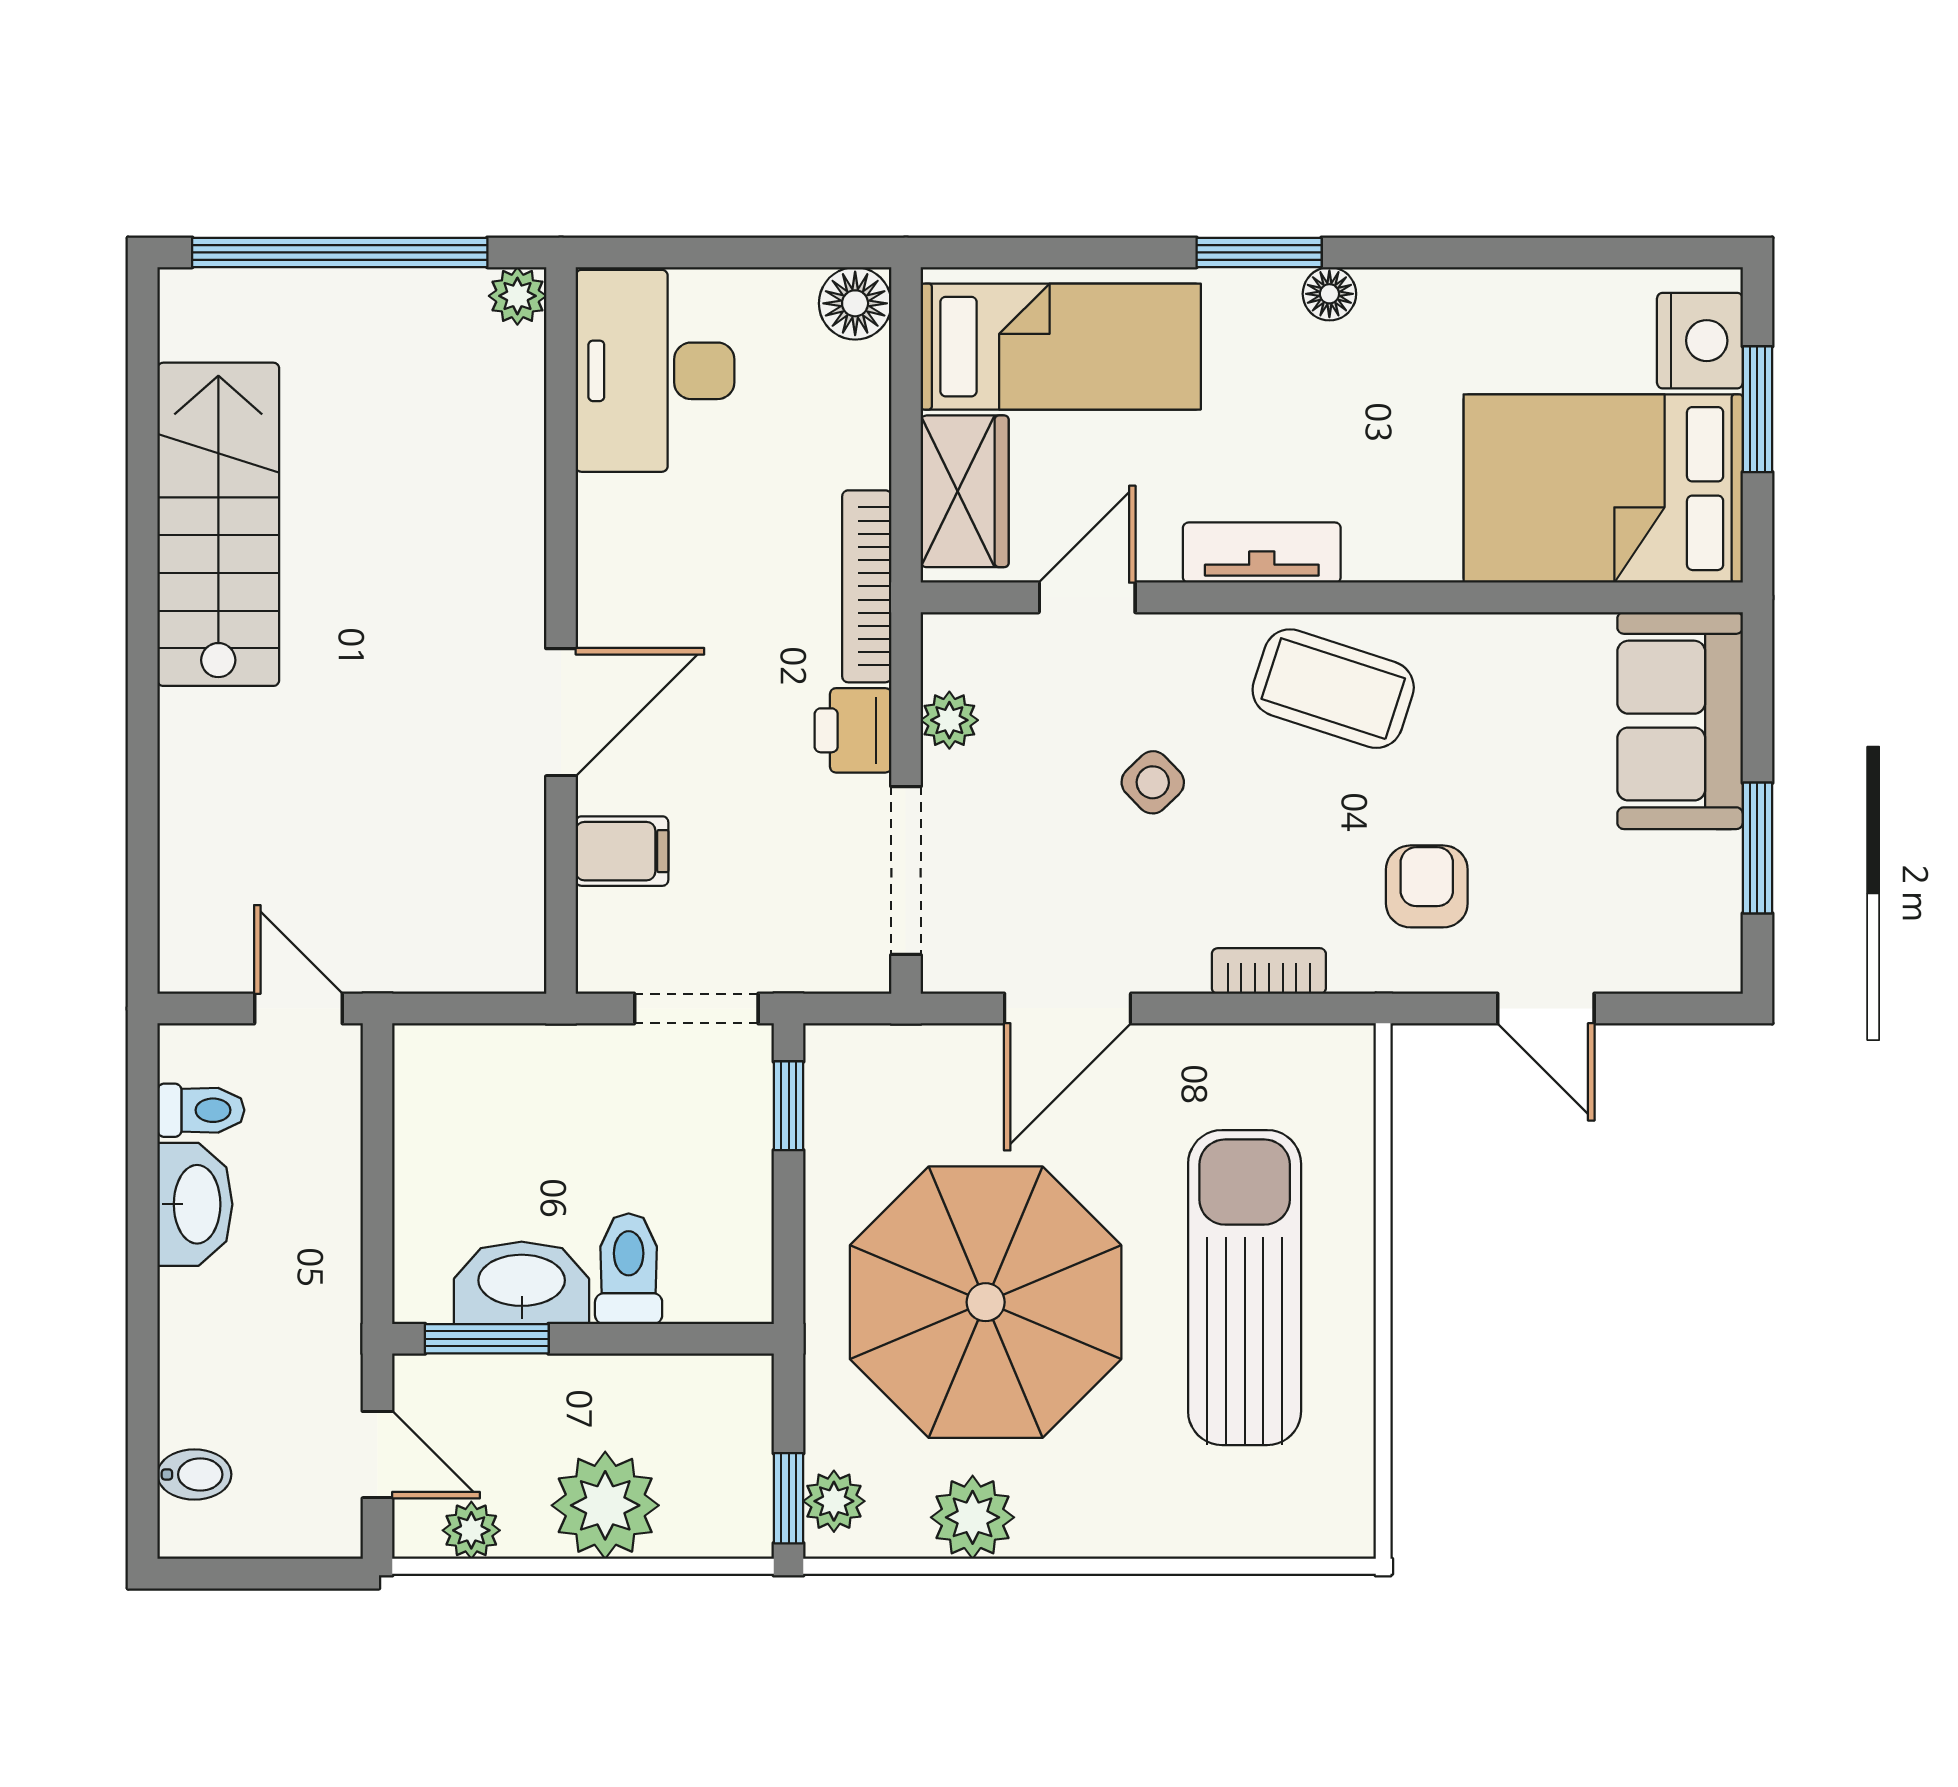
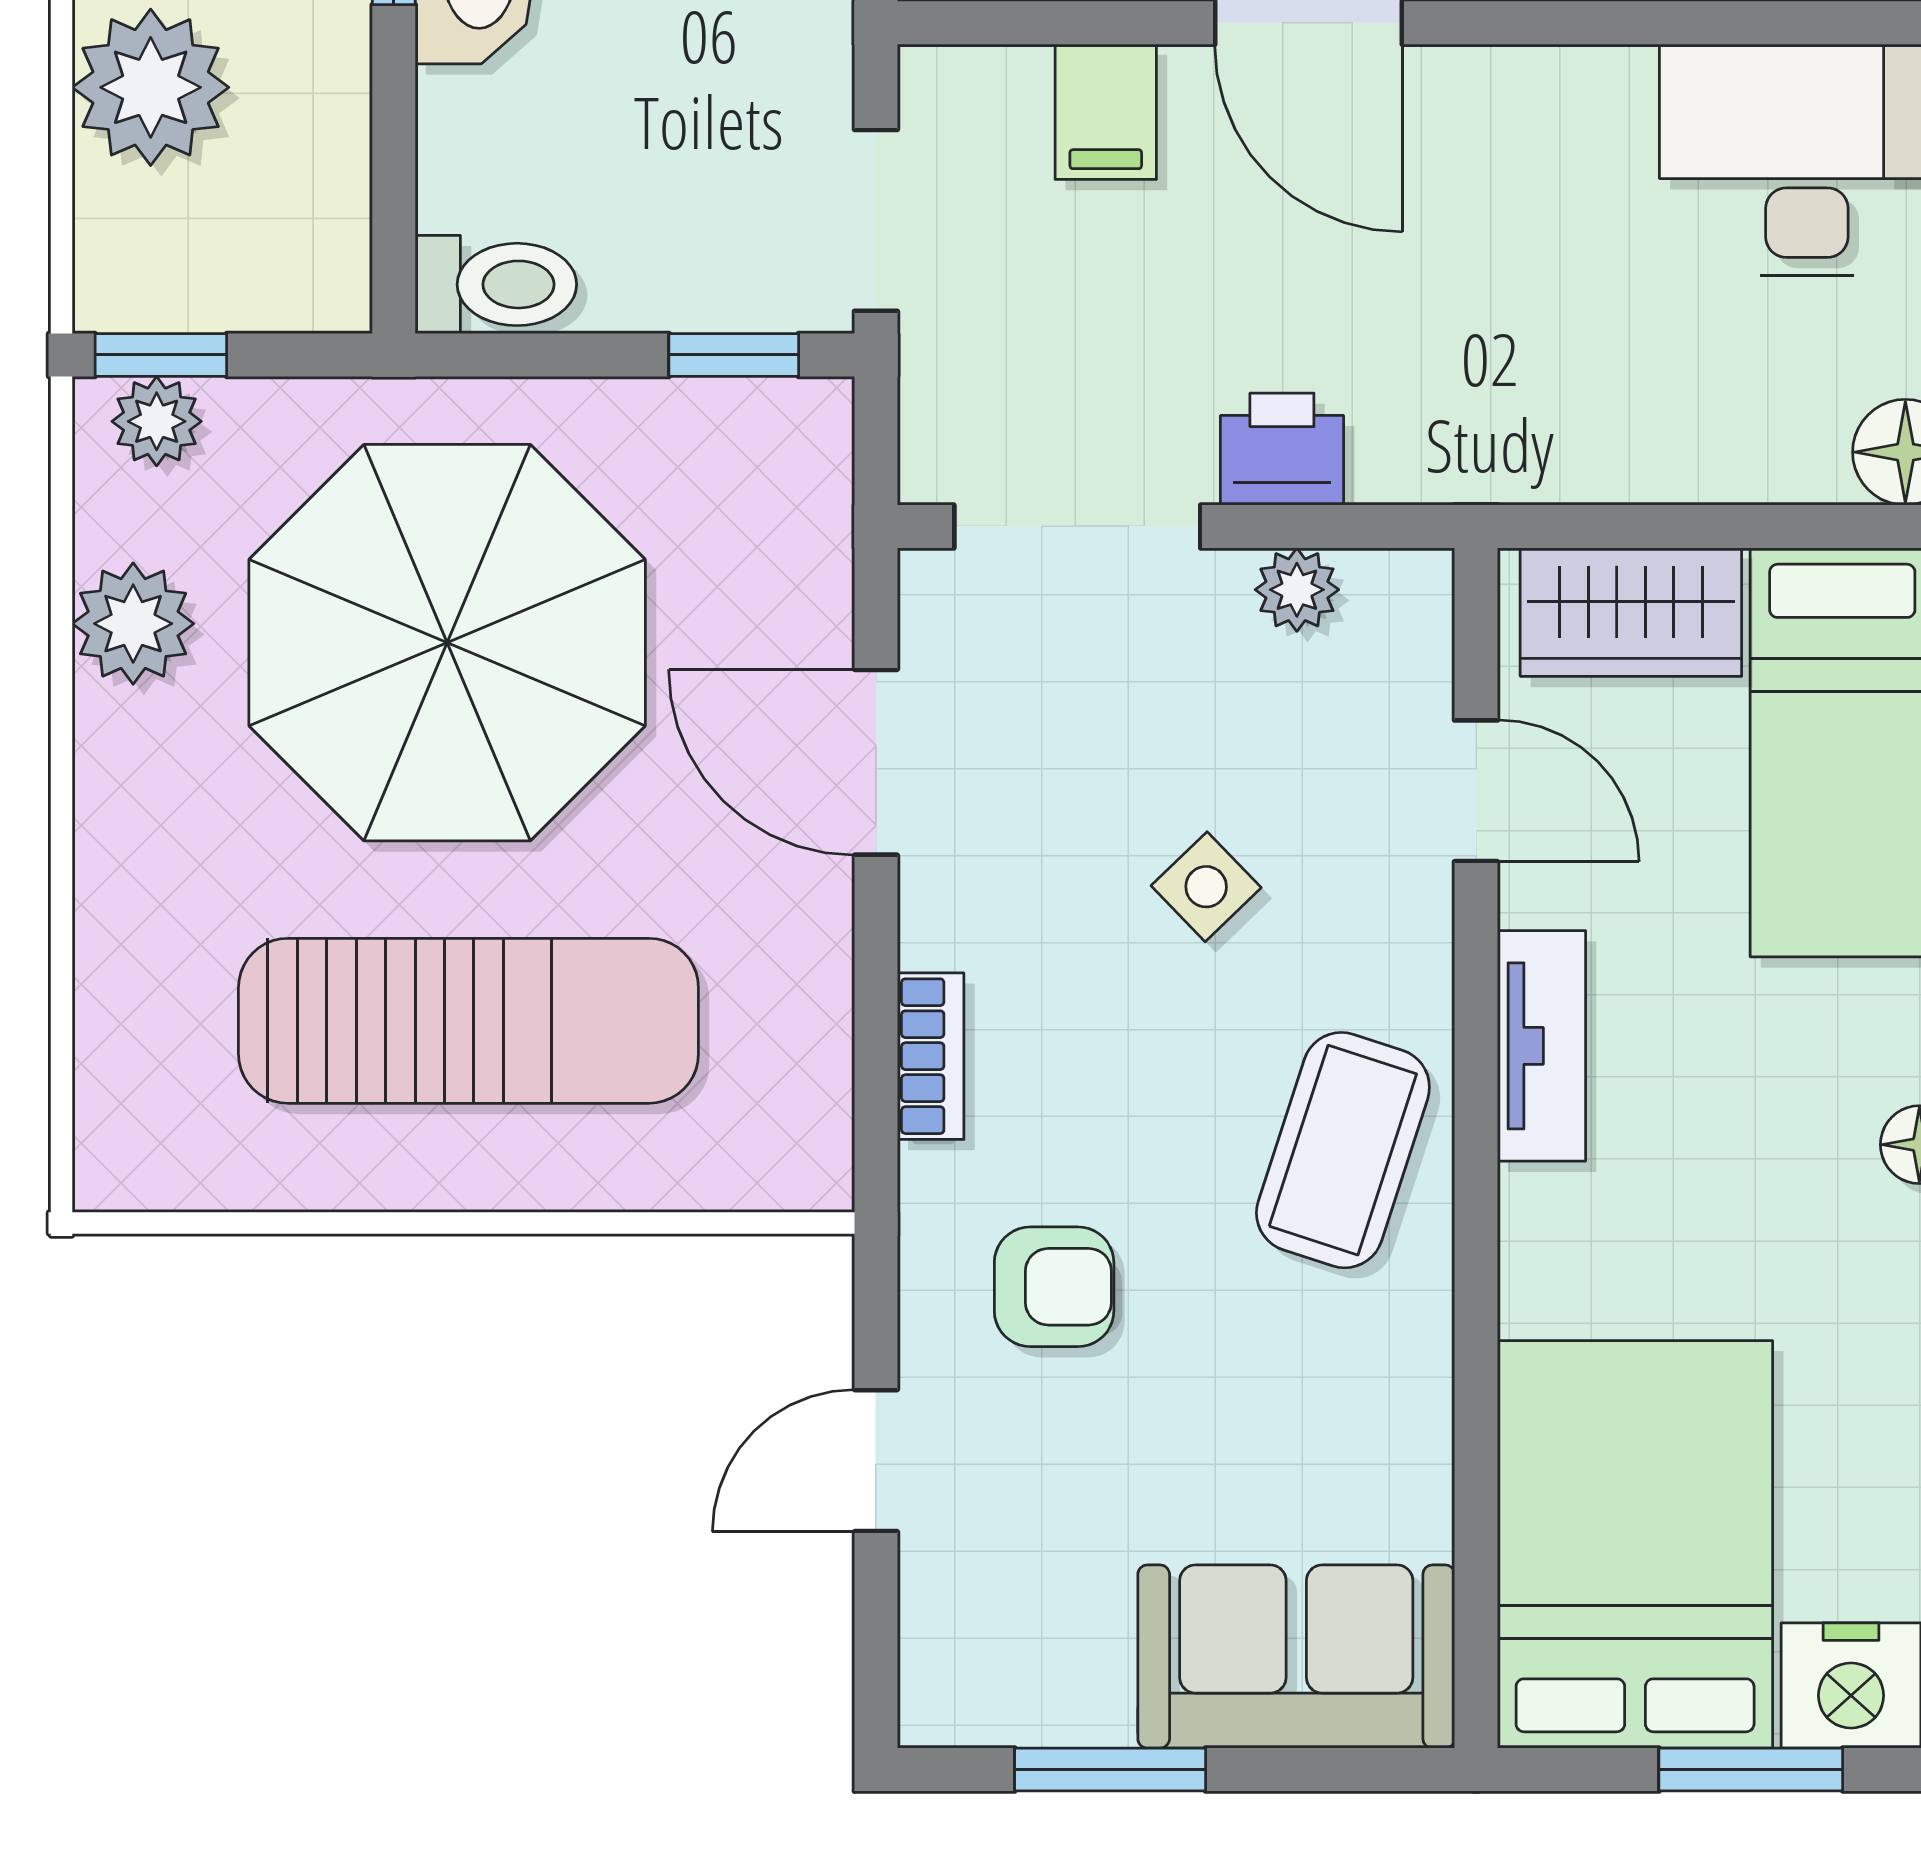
bookcase: (867, 586) -> (1492, 469), removed
toilet: (629, 1269) -> (496, 284), moved

